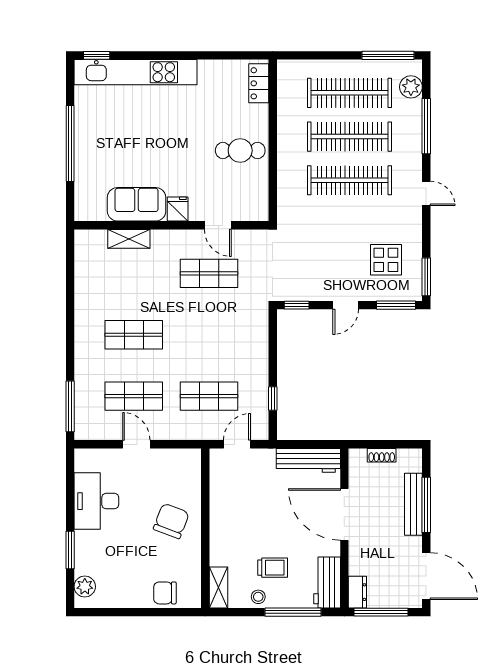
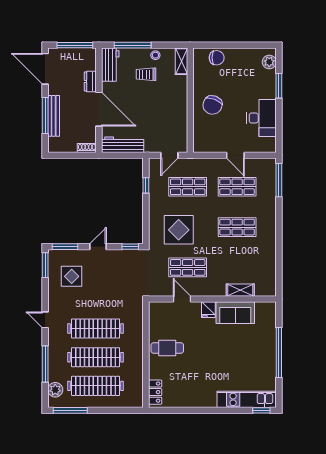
kitchen unit: (136, 72) -> (247, 399), width x0.73
display table: (223, 331) -> (179, 230), added
shoe rack: (382, 455) -> (87, 148), moved
dresser: (357, 592) -> (90, 81), moved

